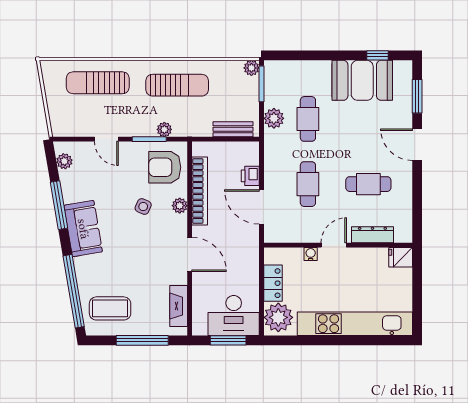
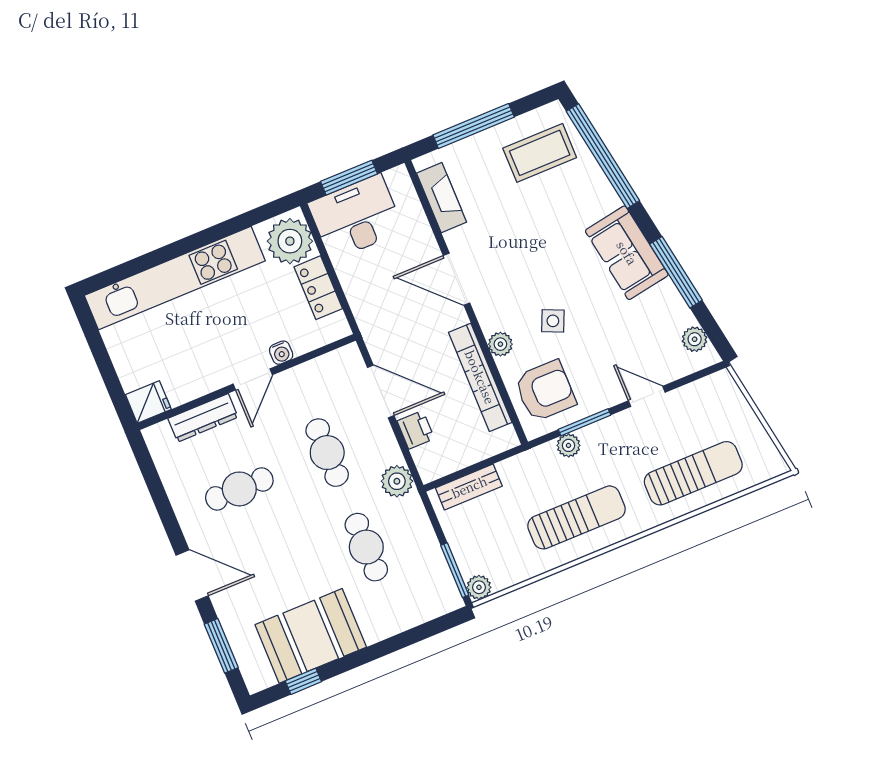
sun lounger: (177, 85) -> (576, 517), turned 180
plant: (274, 118) -> (397, 481), moved

